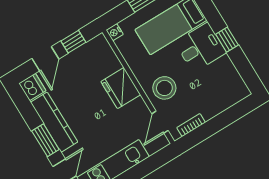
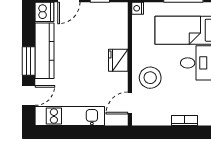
fridge: (121, 88) -> (118, 60), width x0.73, depth x0.75
bookcase: (191, 125) -> (184, 121), moved

